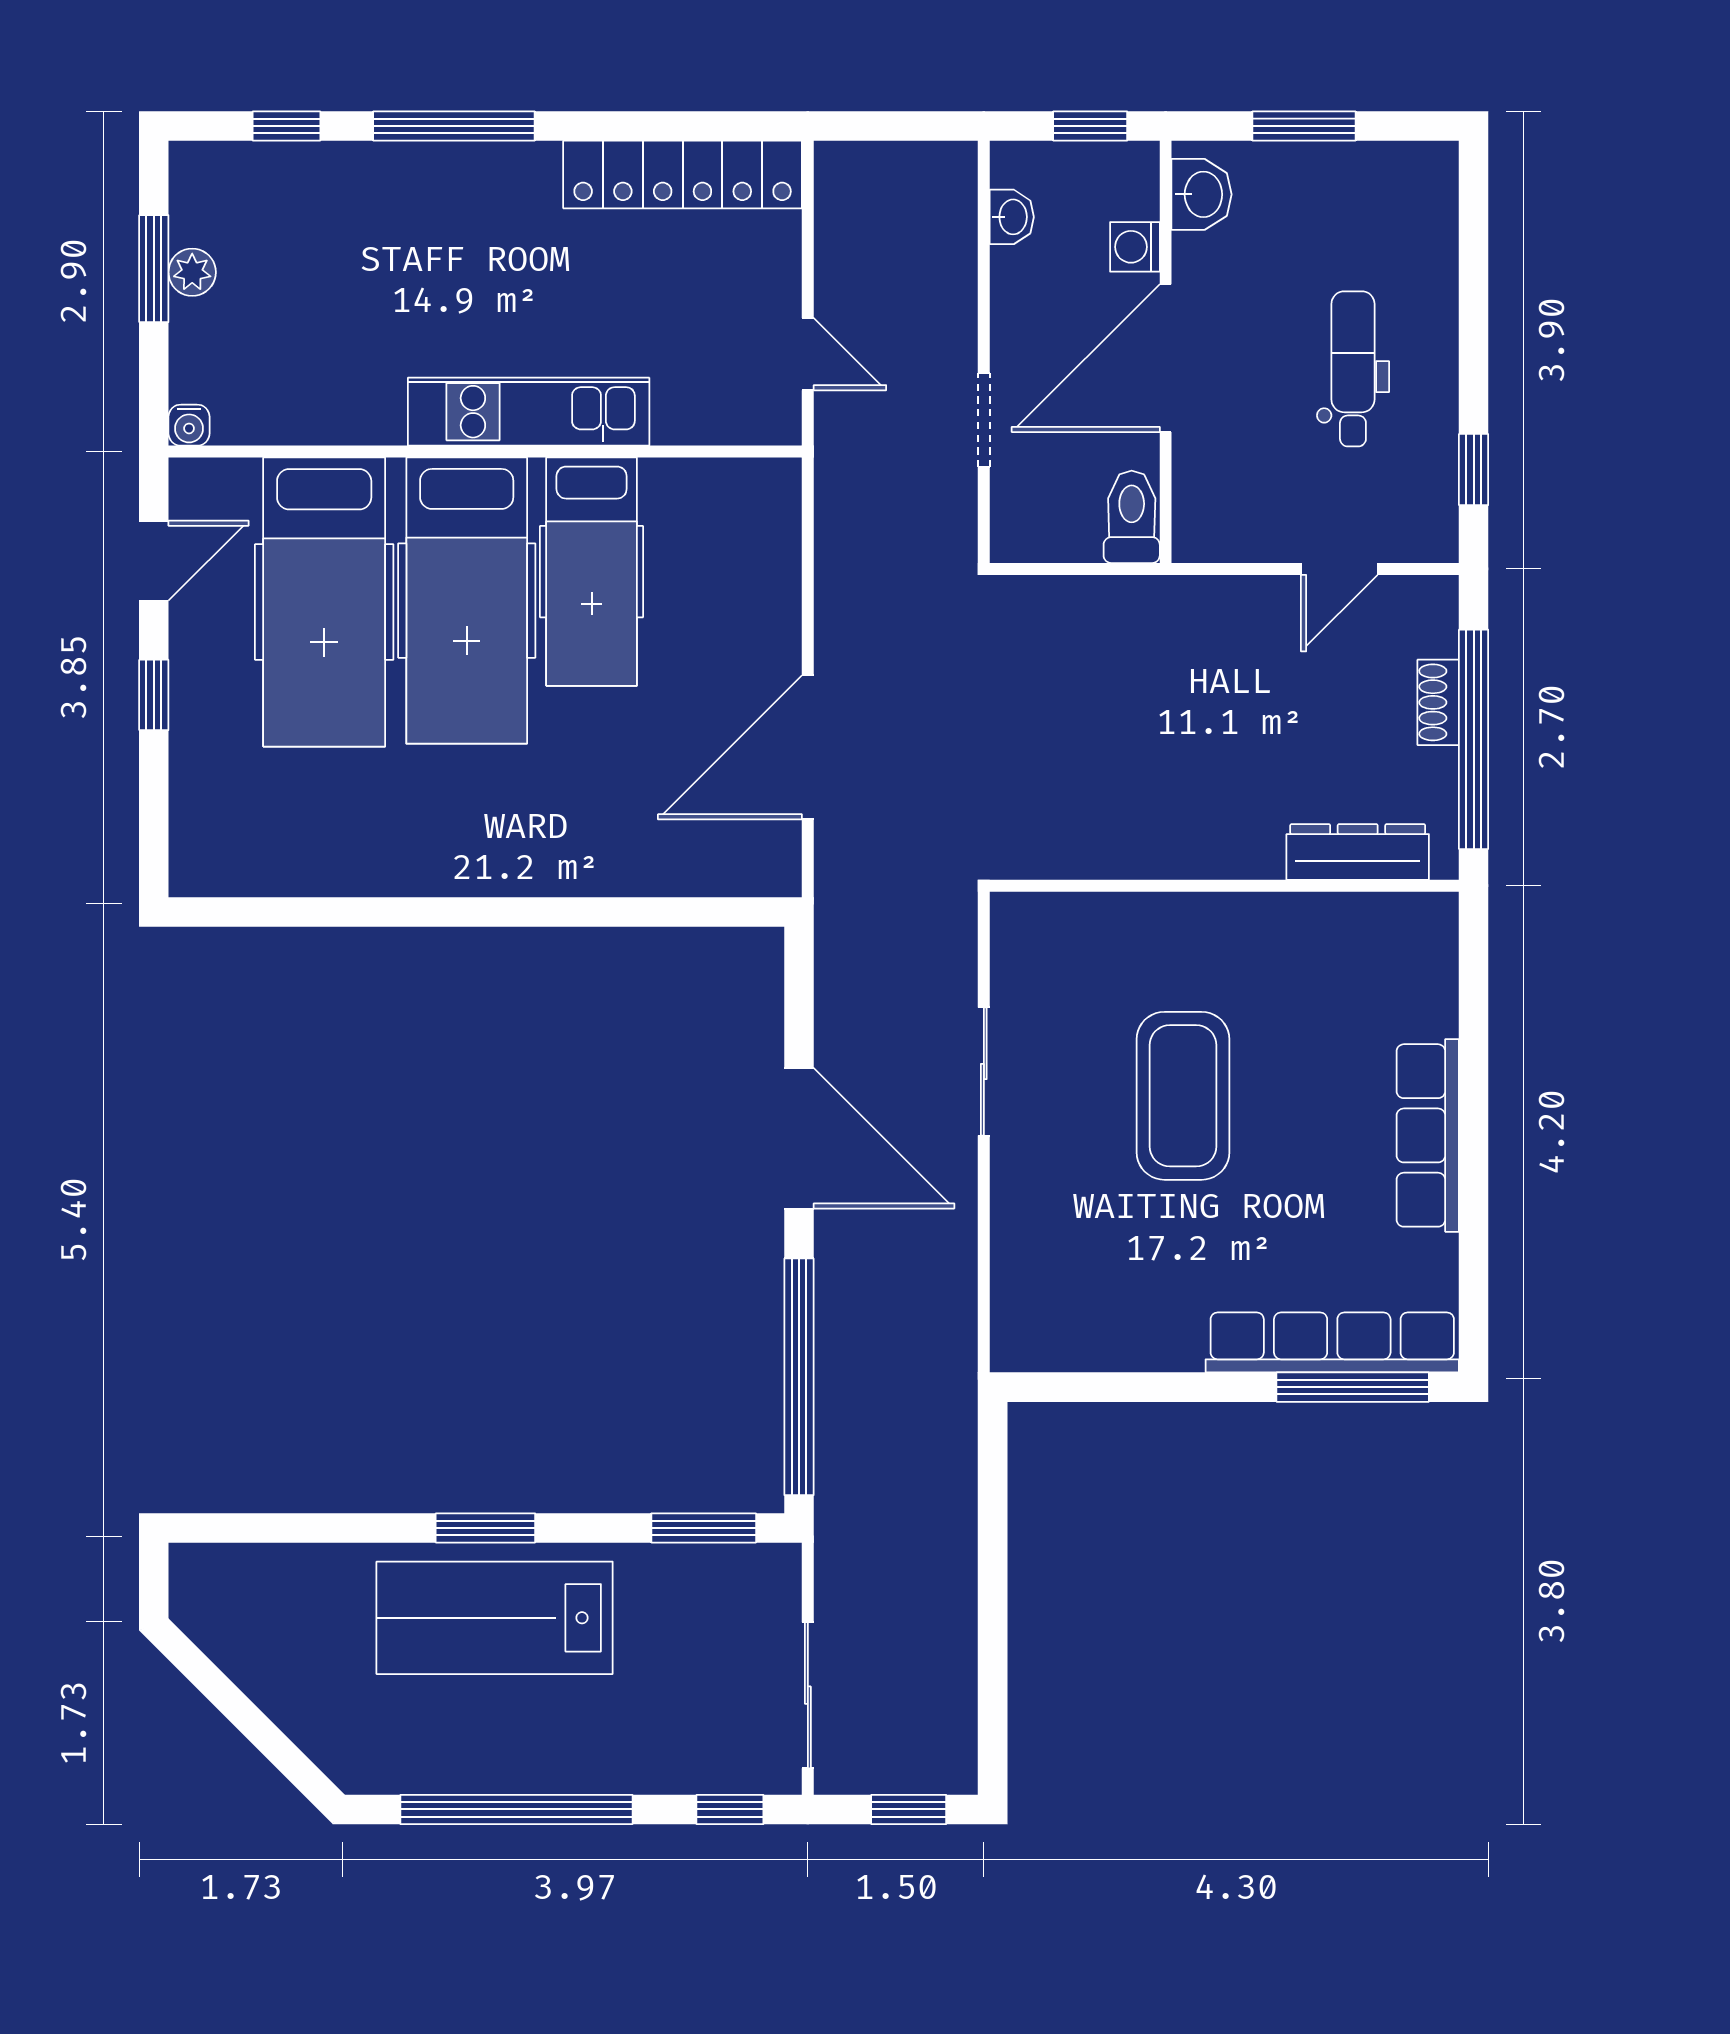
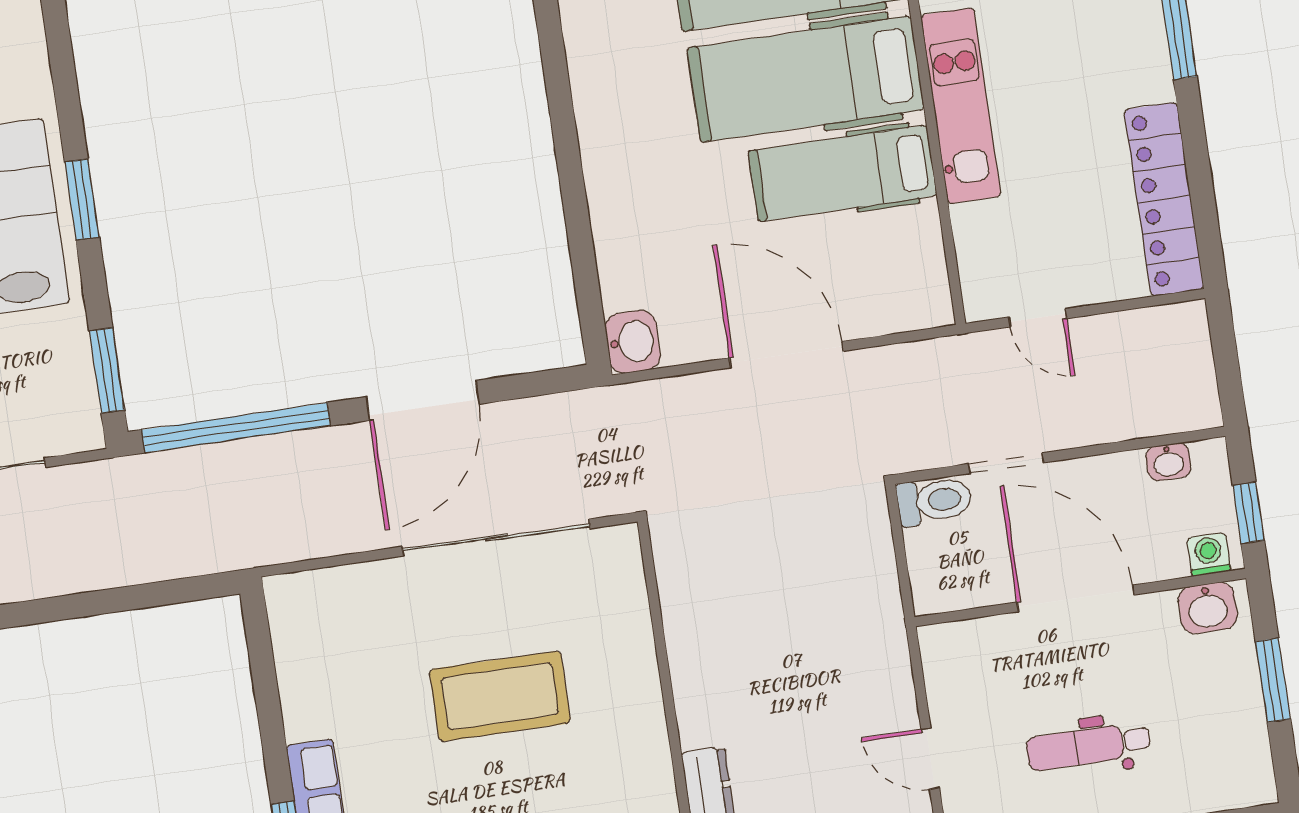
washing machine: (1135, 247) -> (1209, 554), moved
door: (808, 354) -> (1038, 318), hinge flipped
dental chair: (1353, 369) -> (1088, 746), turned 180
toilet: (1132, 517) -> (934, 501), moved
door: (808, 747) -> (786, 354), moved
washbasin: (764, 865) -> (633, 342), added
sliding door: (984, 1072) -> (496, 538), width x1.86

